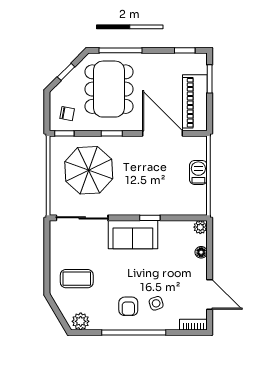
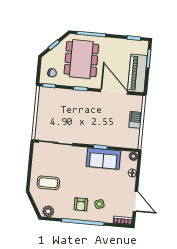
parasol: (89, 170) -> (63, 112), removed
sofa: (133, 235) -> (103, 158), moved

